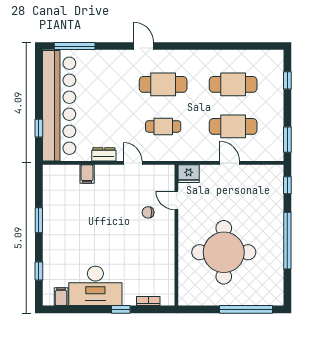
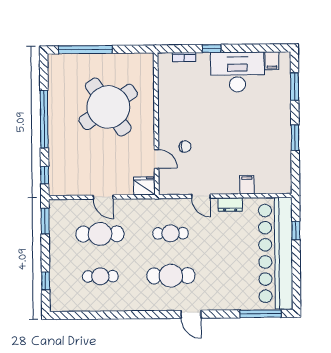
cafe table: (233, 84) -> (100, 276), width x0.73, depth x0.74
round table: (224, 252) -> (108, 107), turned -34
window: (39, 271) -> (295, 87), width x1.50

